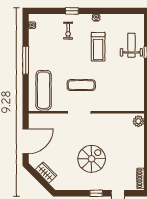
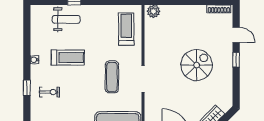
weight bench: (131, 45) -> (66, 19), turned 180
treadmill: (123, 98) -> (126, 29), added
spiral stairs: (92, 159) -> (197, 65), turned 90

